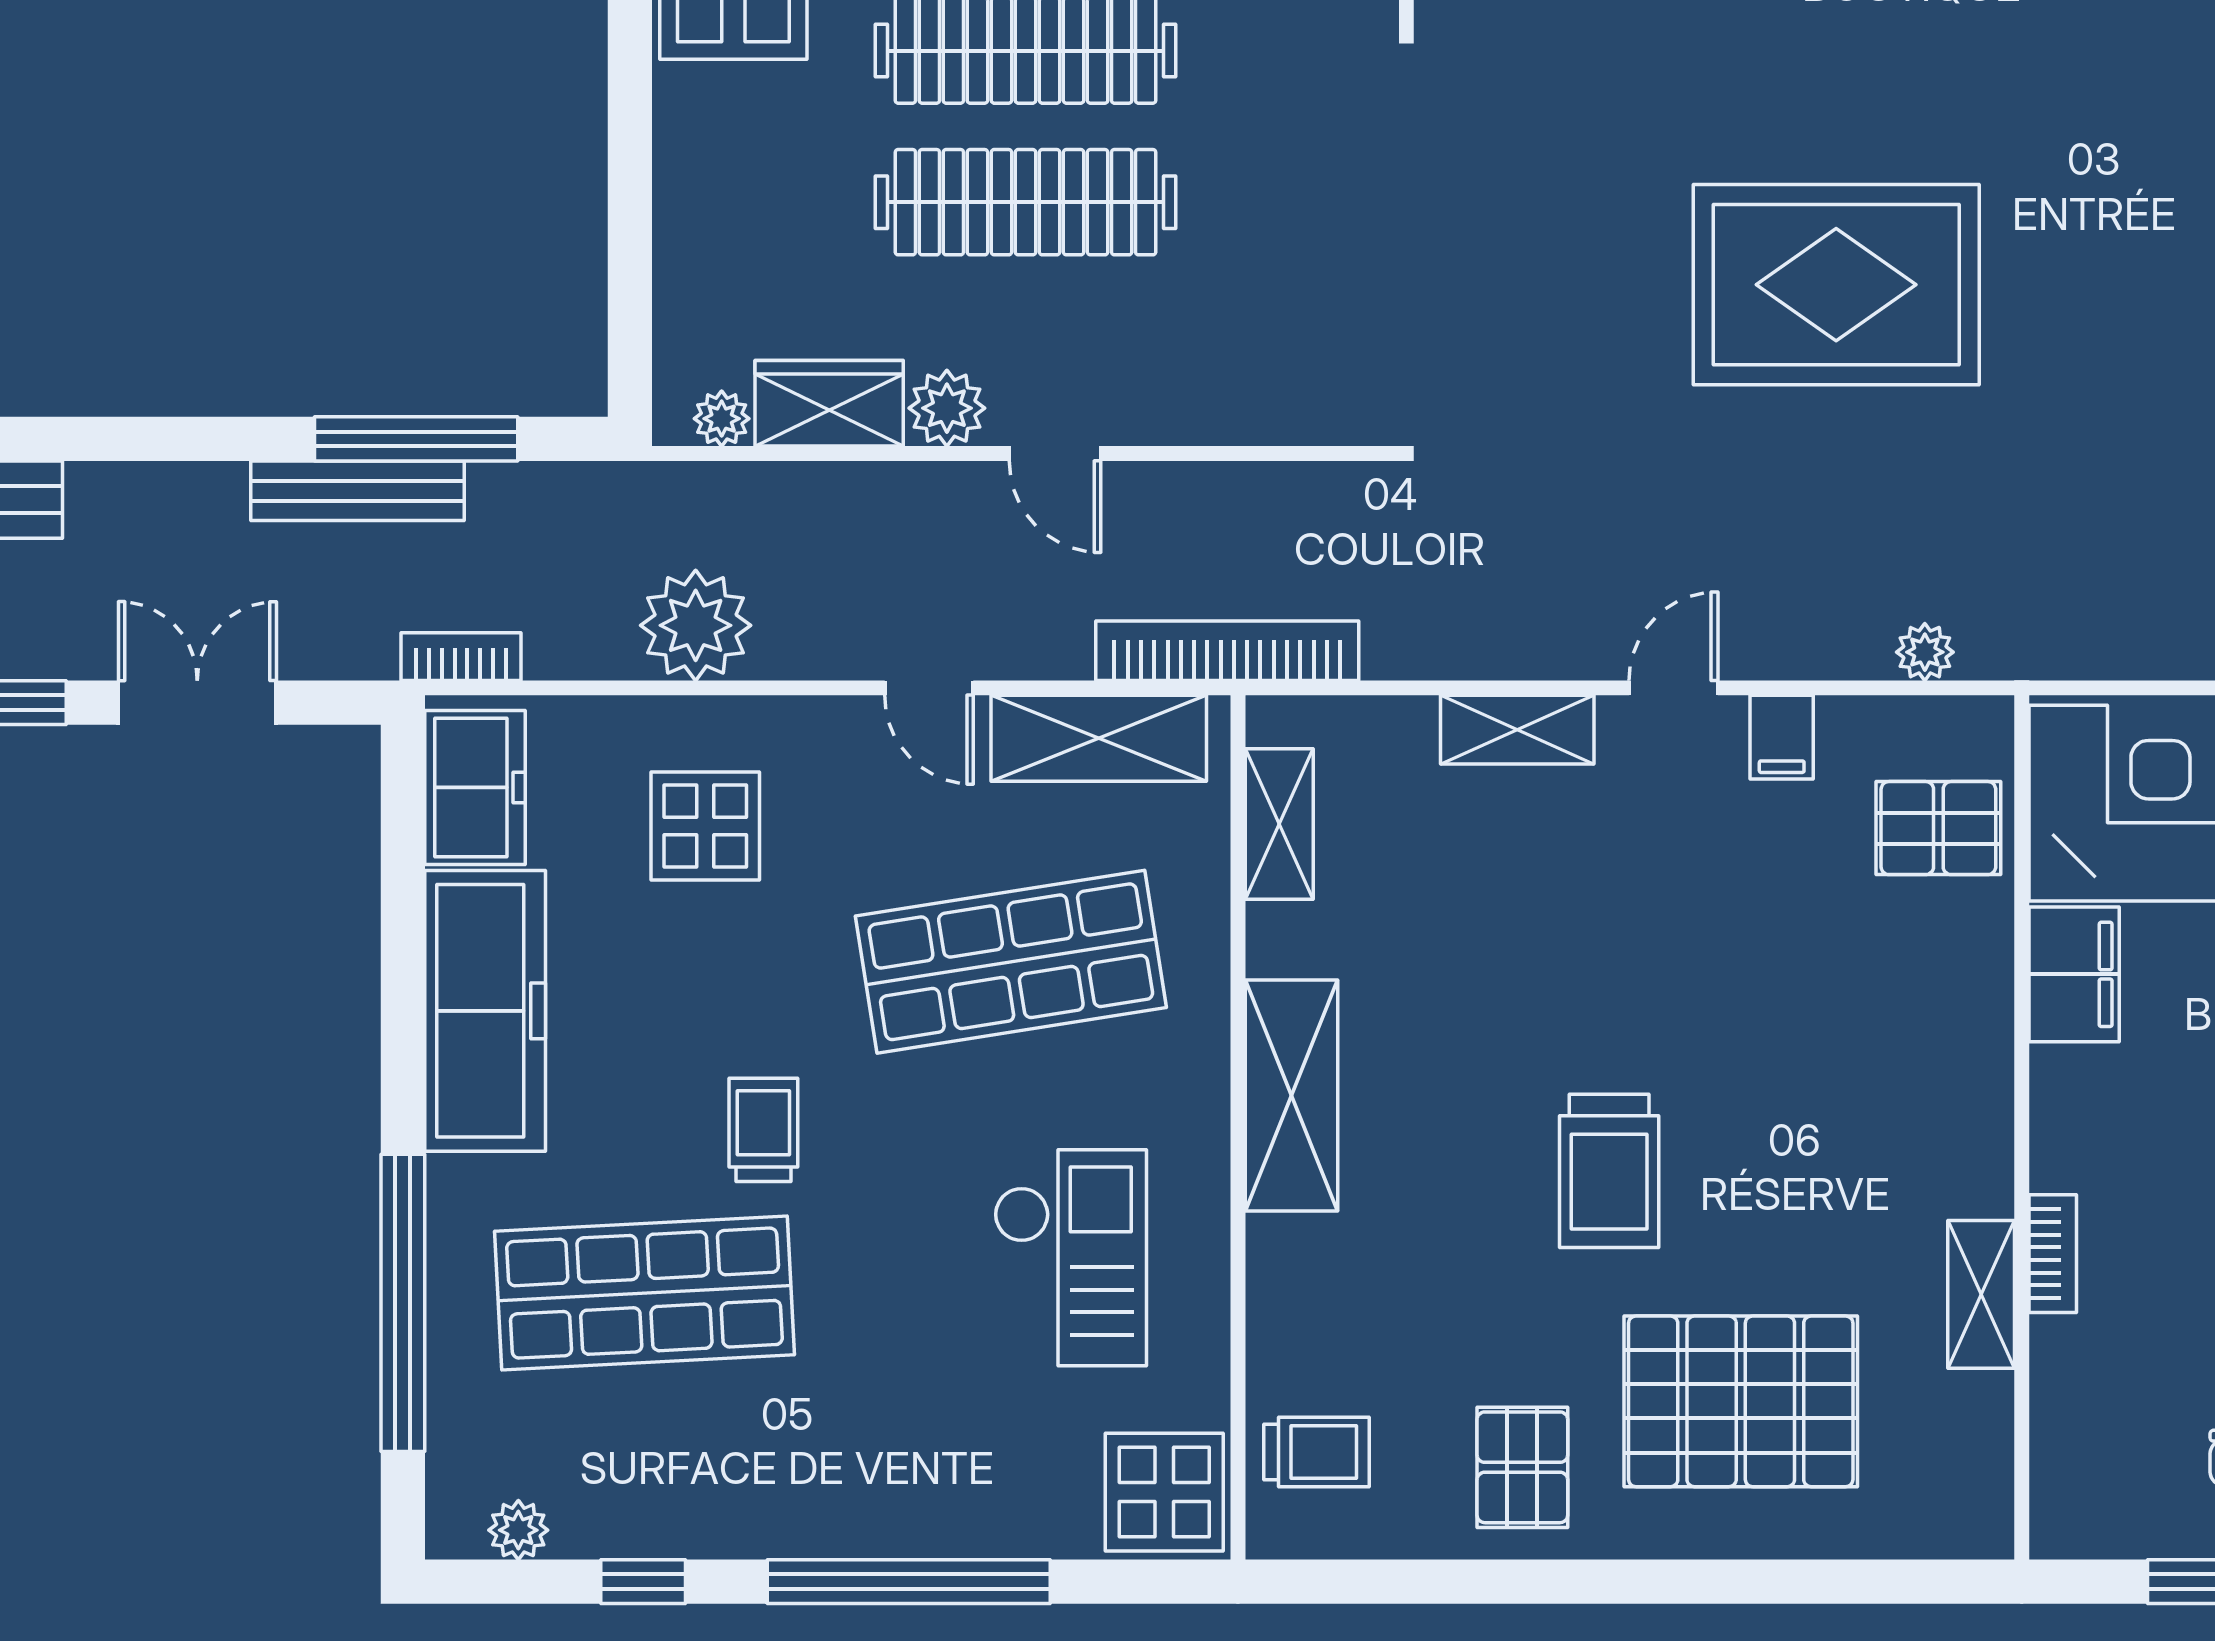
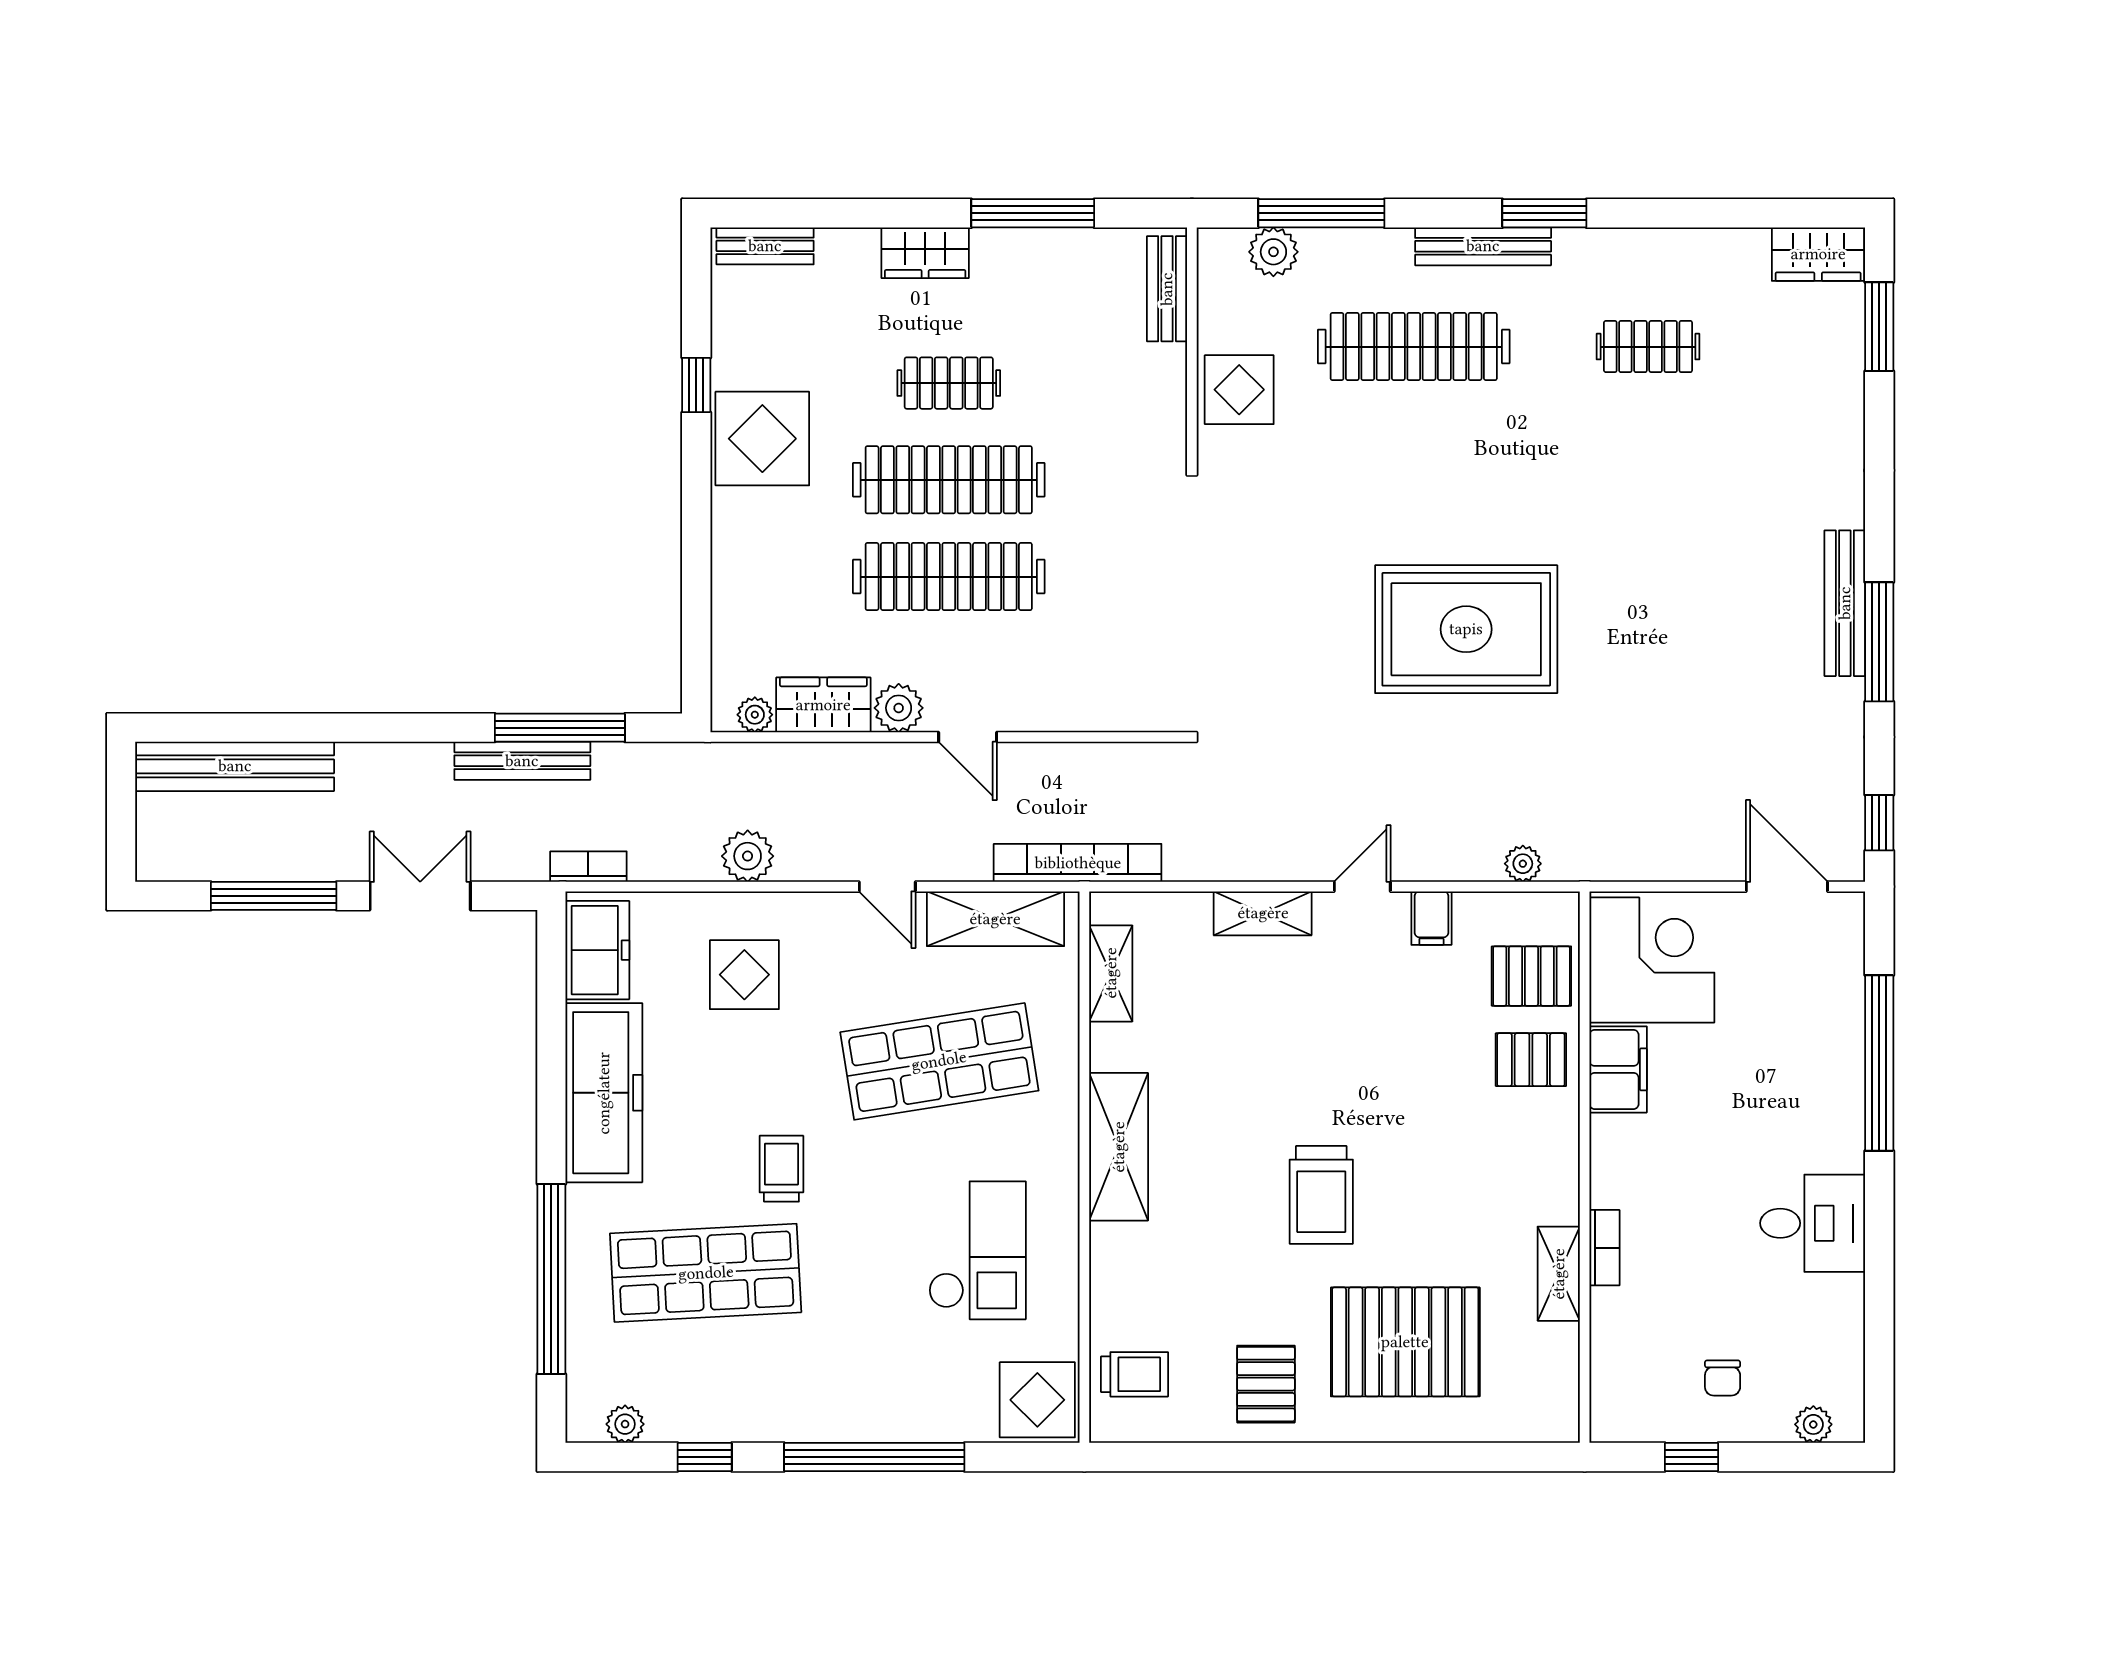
plant: (696, 625) -> (748, 856), width x0.73, depth x0.73
pallet: (1938, 959) -> (1531, 1060), added

